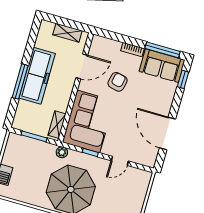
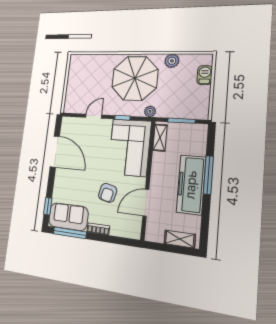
shelving: (67, 33) -> (180, 239), moved
plant: (31, 197) -> (172, 61), added

